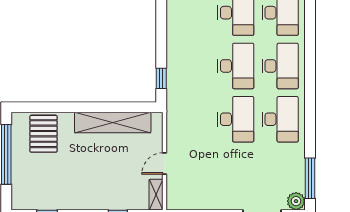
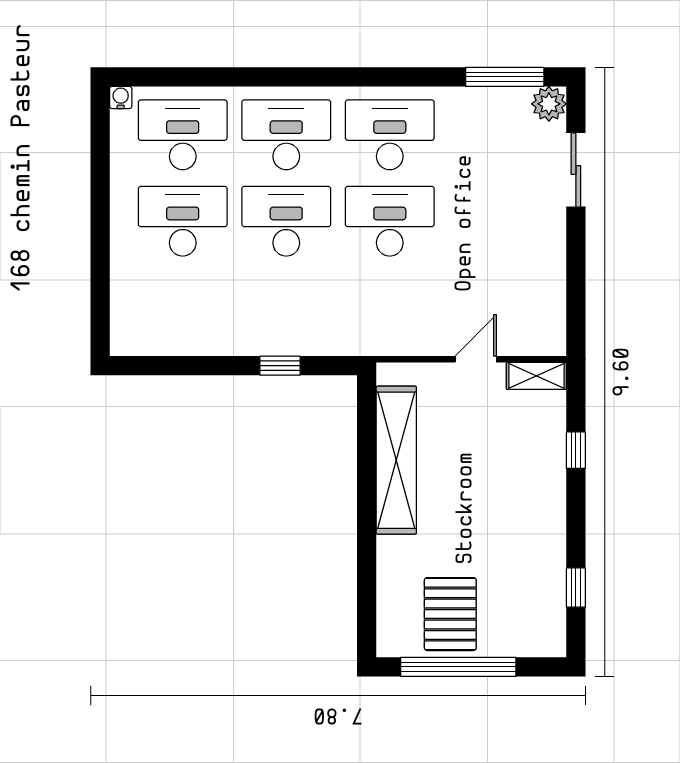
window: (161, 78) -> (280, 366), moved
pallet: (44, 134) -> (450, 614), moved, turned 90
door: (165, 163) -> (476, 359), swing flipped

